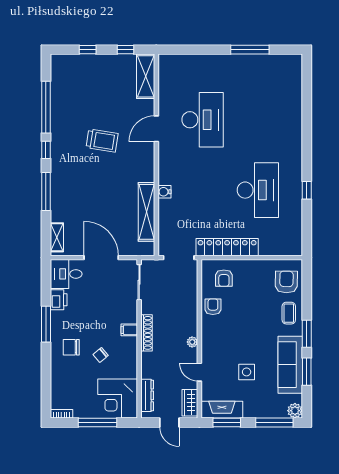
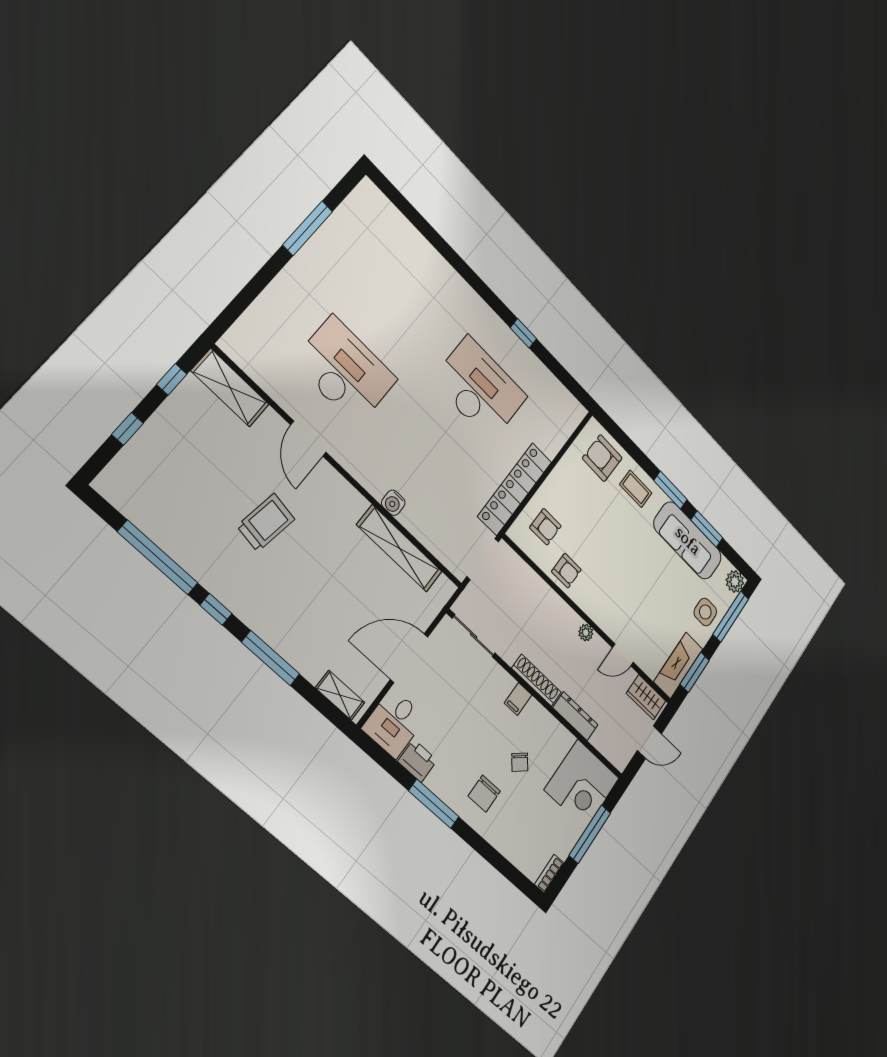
armchair: (213, 307) -> (566, 571), turned 180
side table: (247, 372) -> (705, 612), moved
dresser: (147, 395) -> (575, 716), moved

